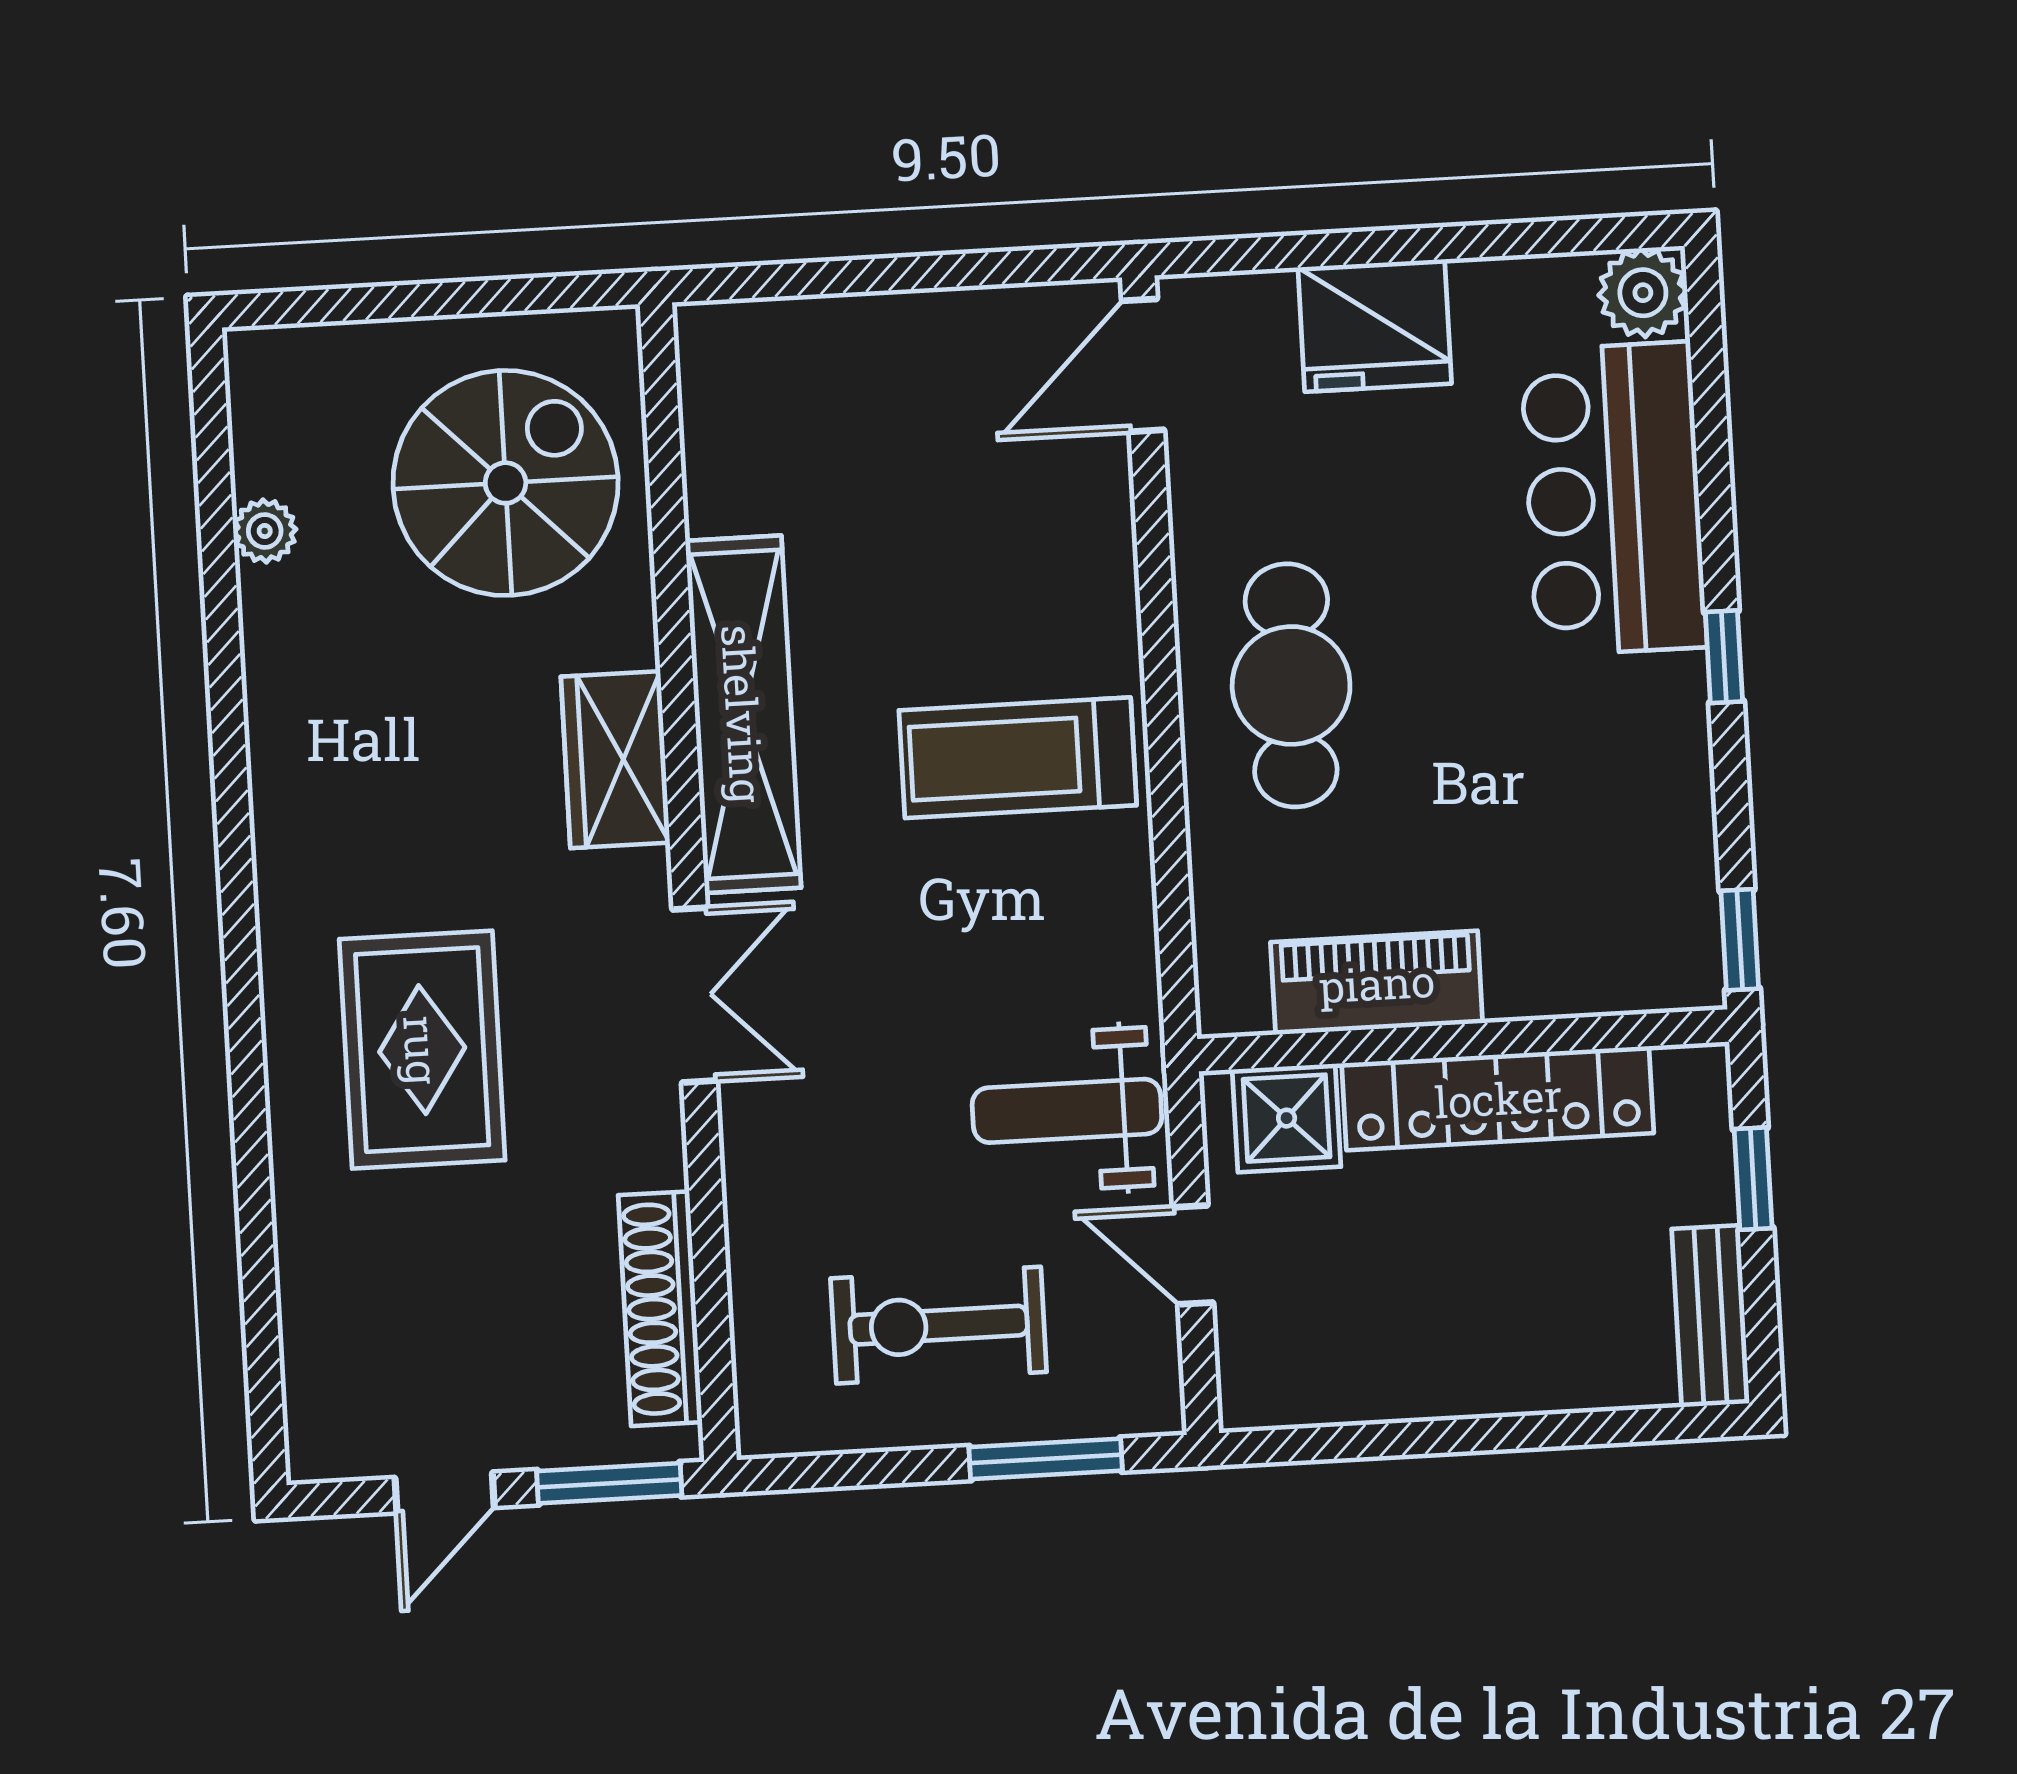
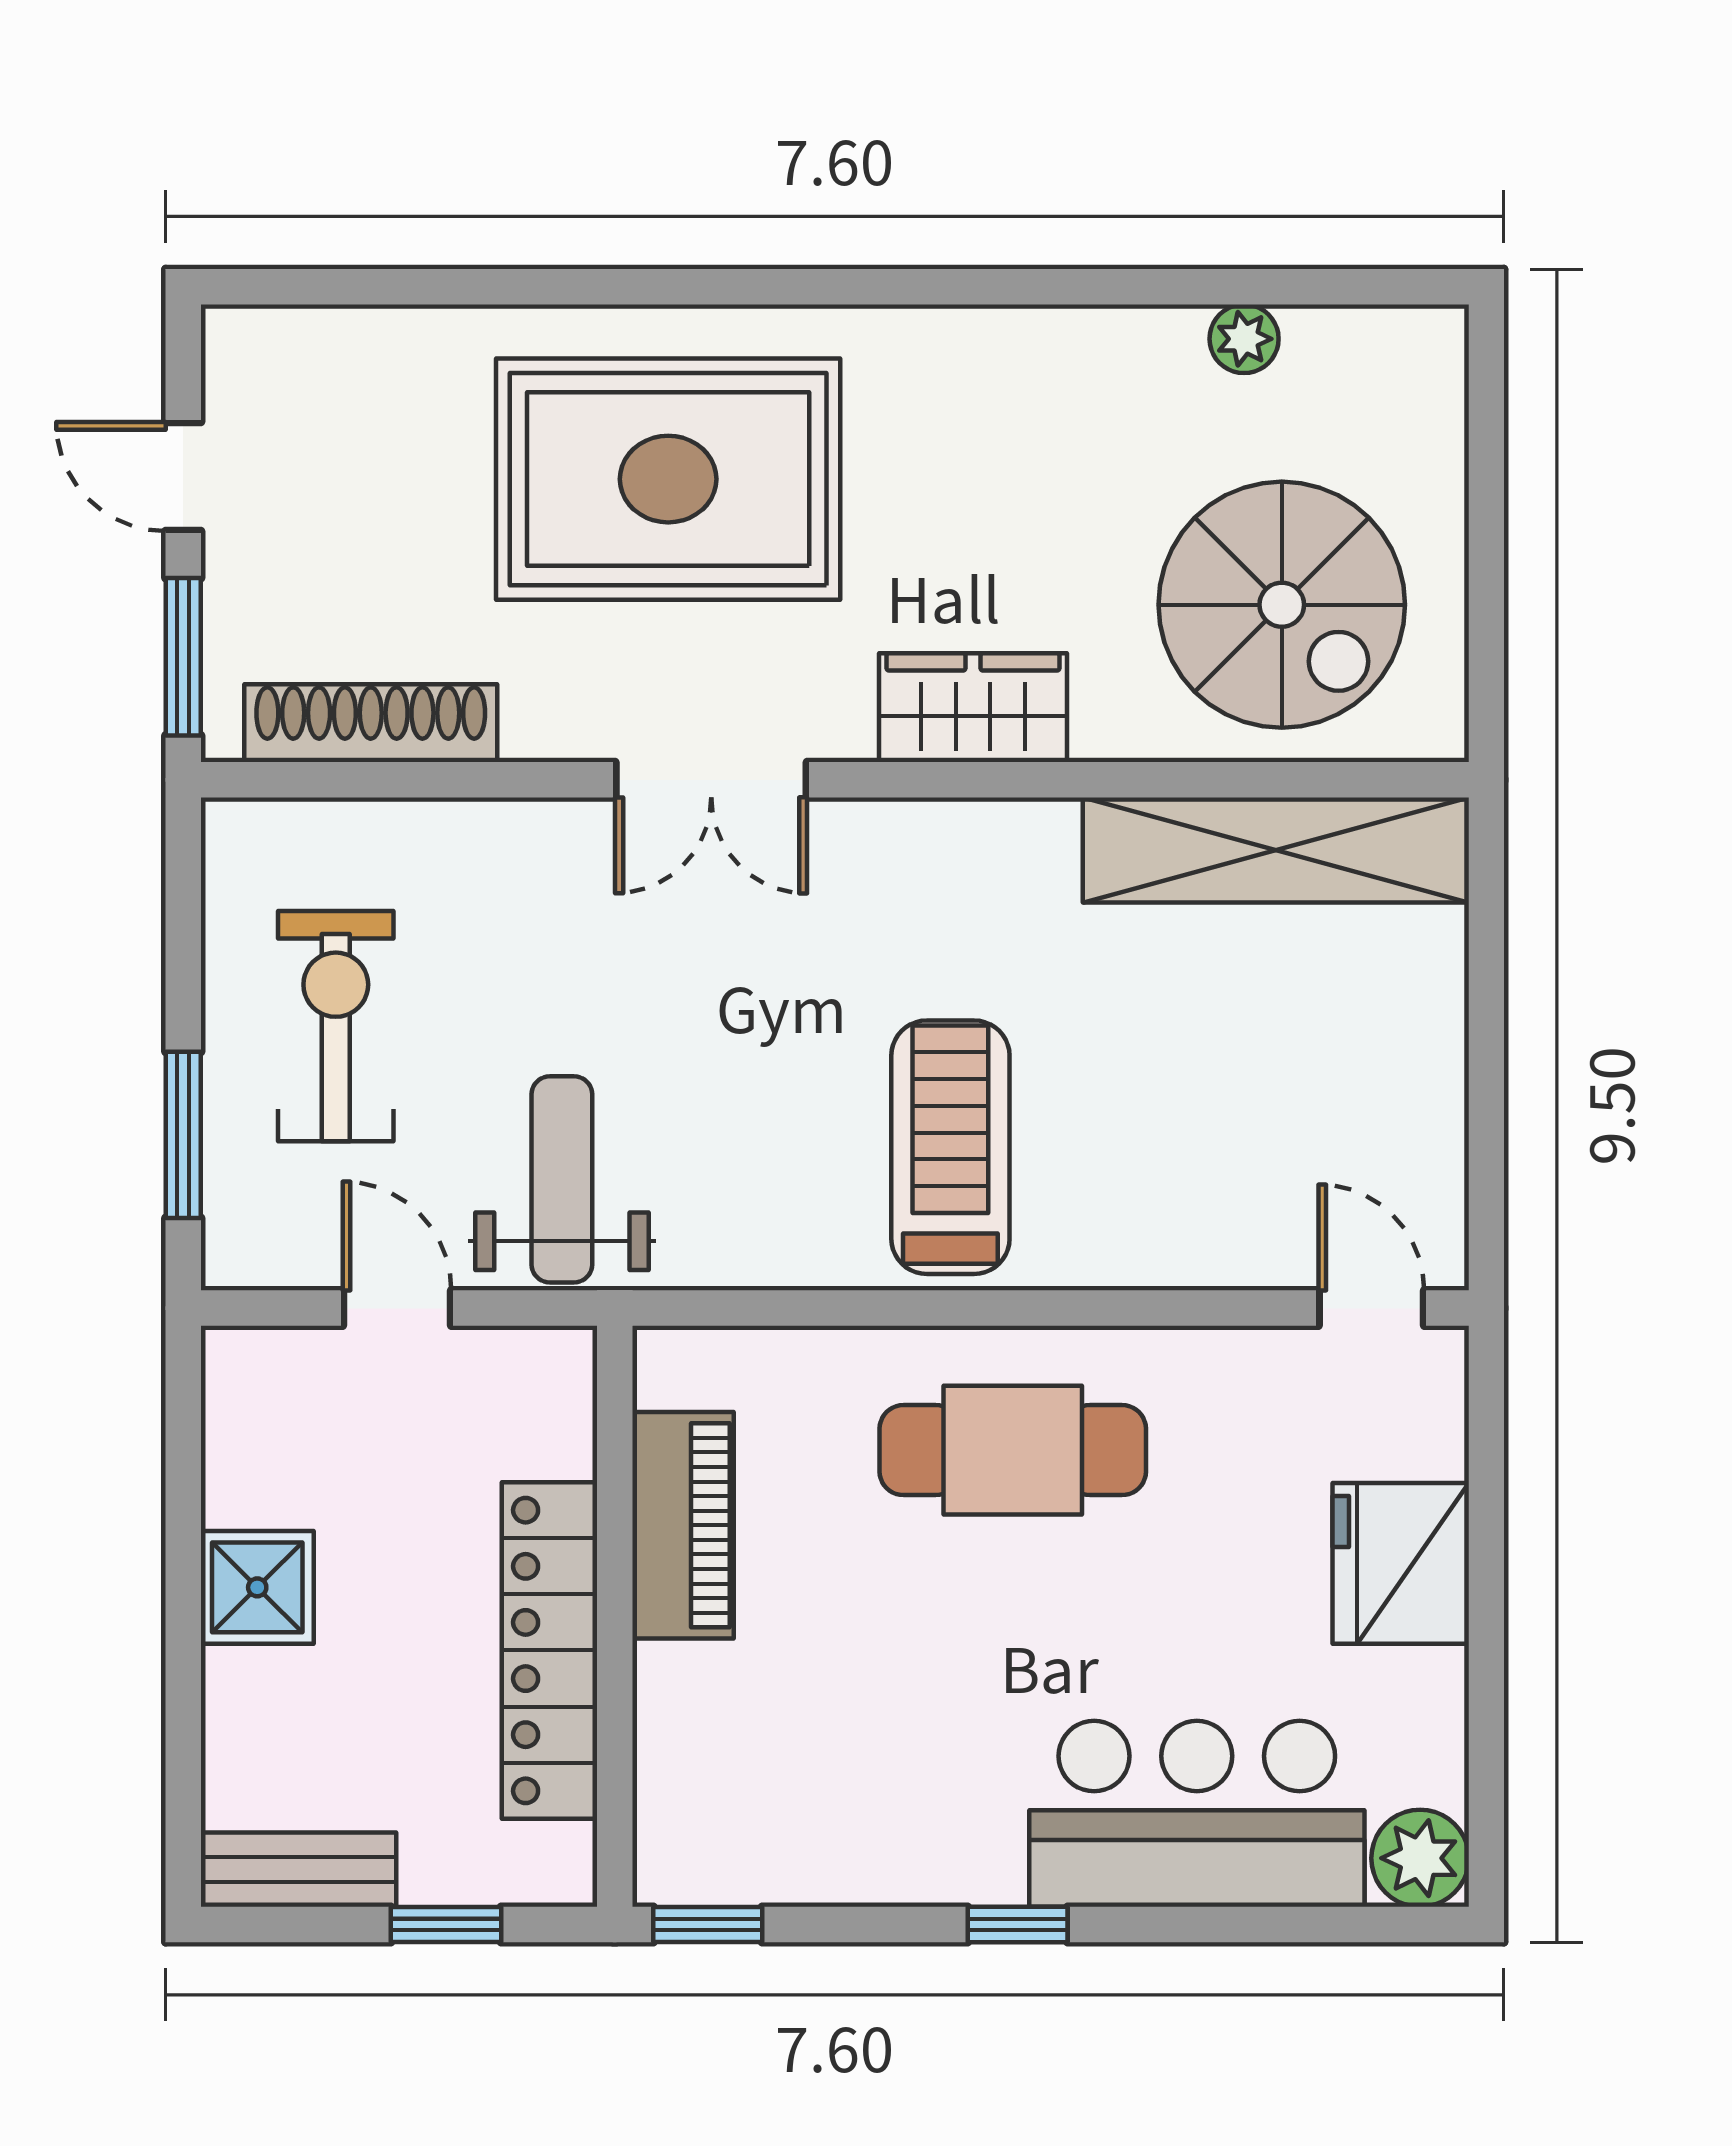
door: (1143, 365) -> (1371, 1308), width x0.73
shelving: (743, 714) -> (1276, 850), moved
rug: (422, 1050) -> (668, 479), width x1.37, depth x1.44
shower: (1287, 1118) -> (257, 1587), moved
door: (1193, 1255) -> (397, 1308), hinge flipped

